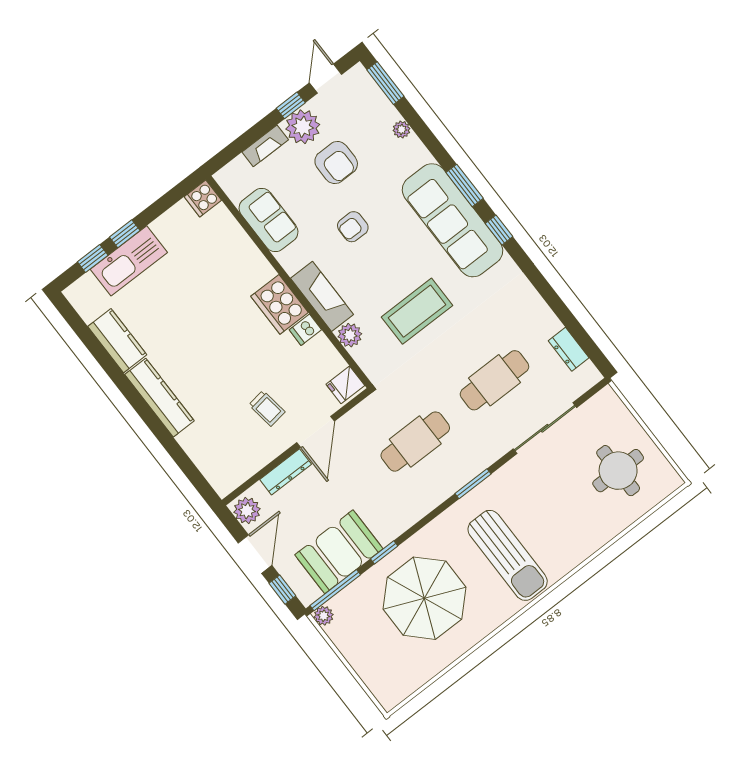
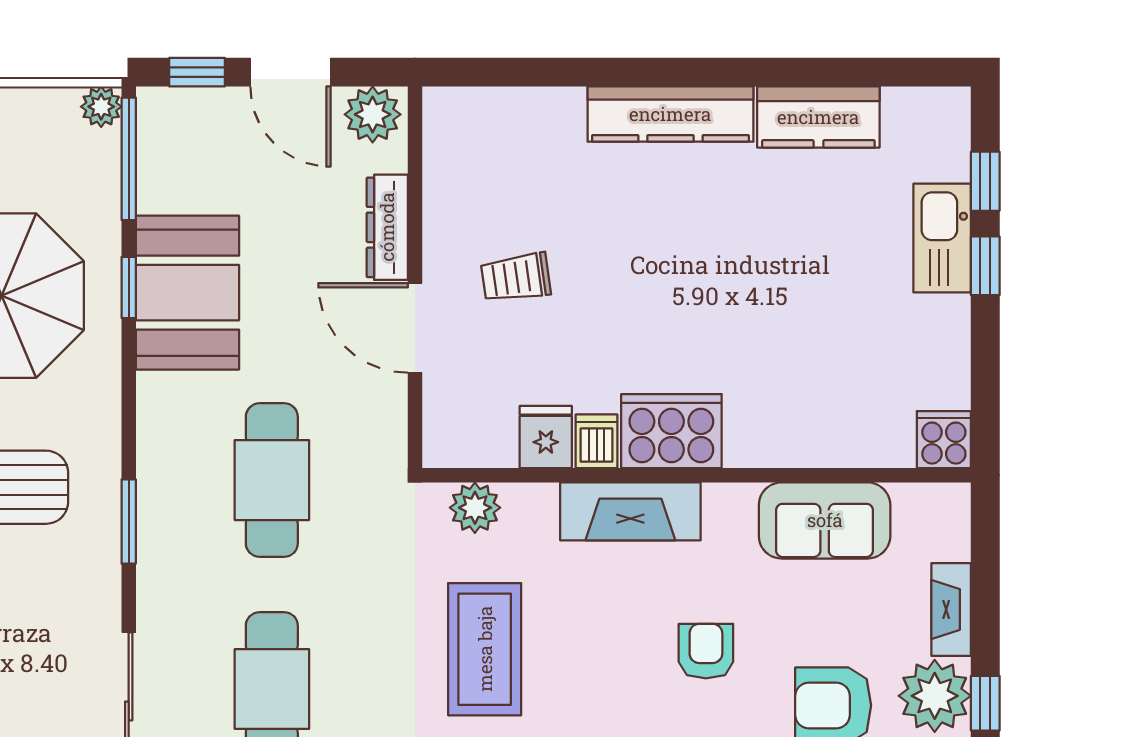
kitchen sink: (129, 261) -> (942, 238), width x0.73, depth x0.81
plant: (350, 335) -> (475, 508), moved
fridge: (345, 385) -> (546, 437), moved
booth: (339, 552) -> (187, 293), moved

